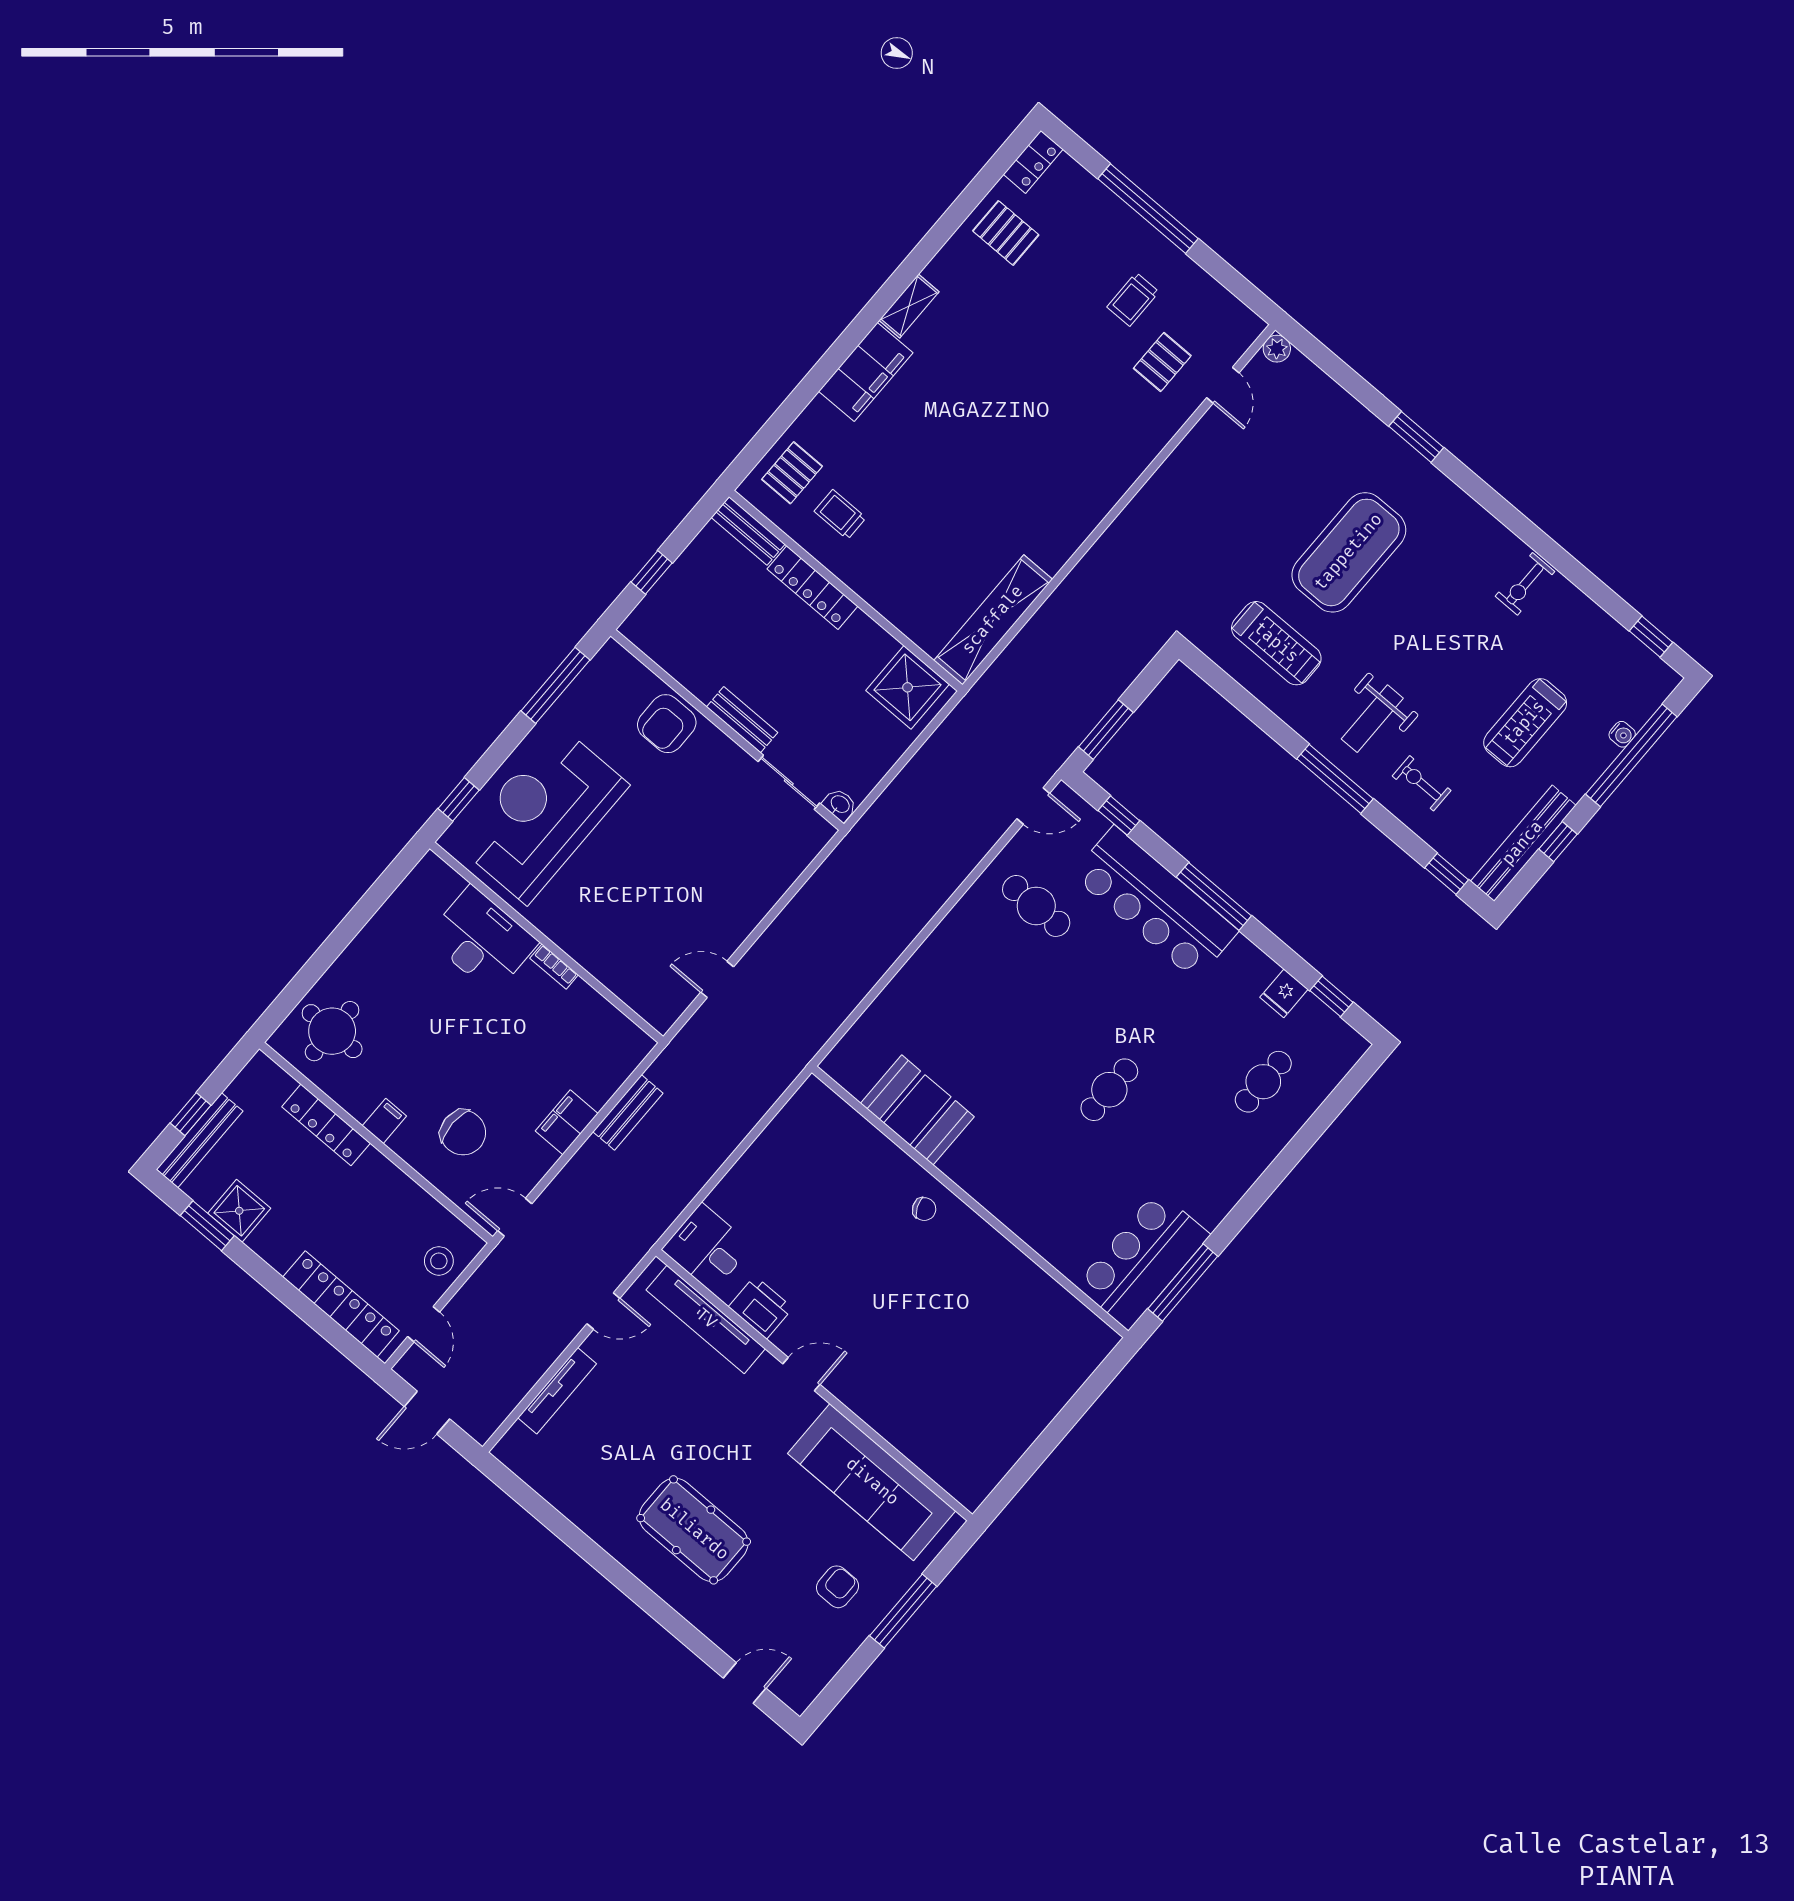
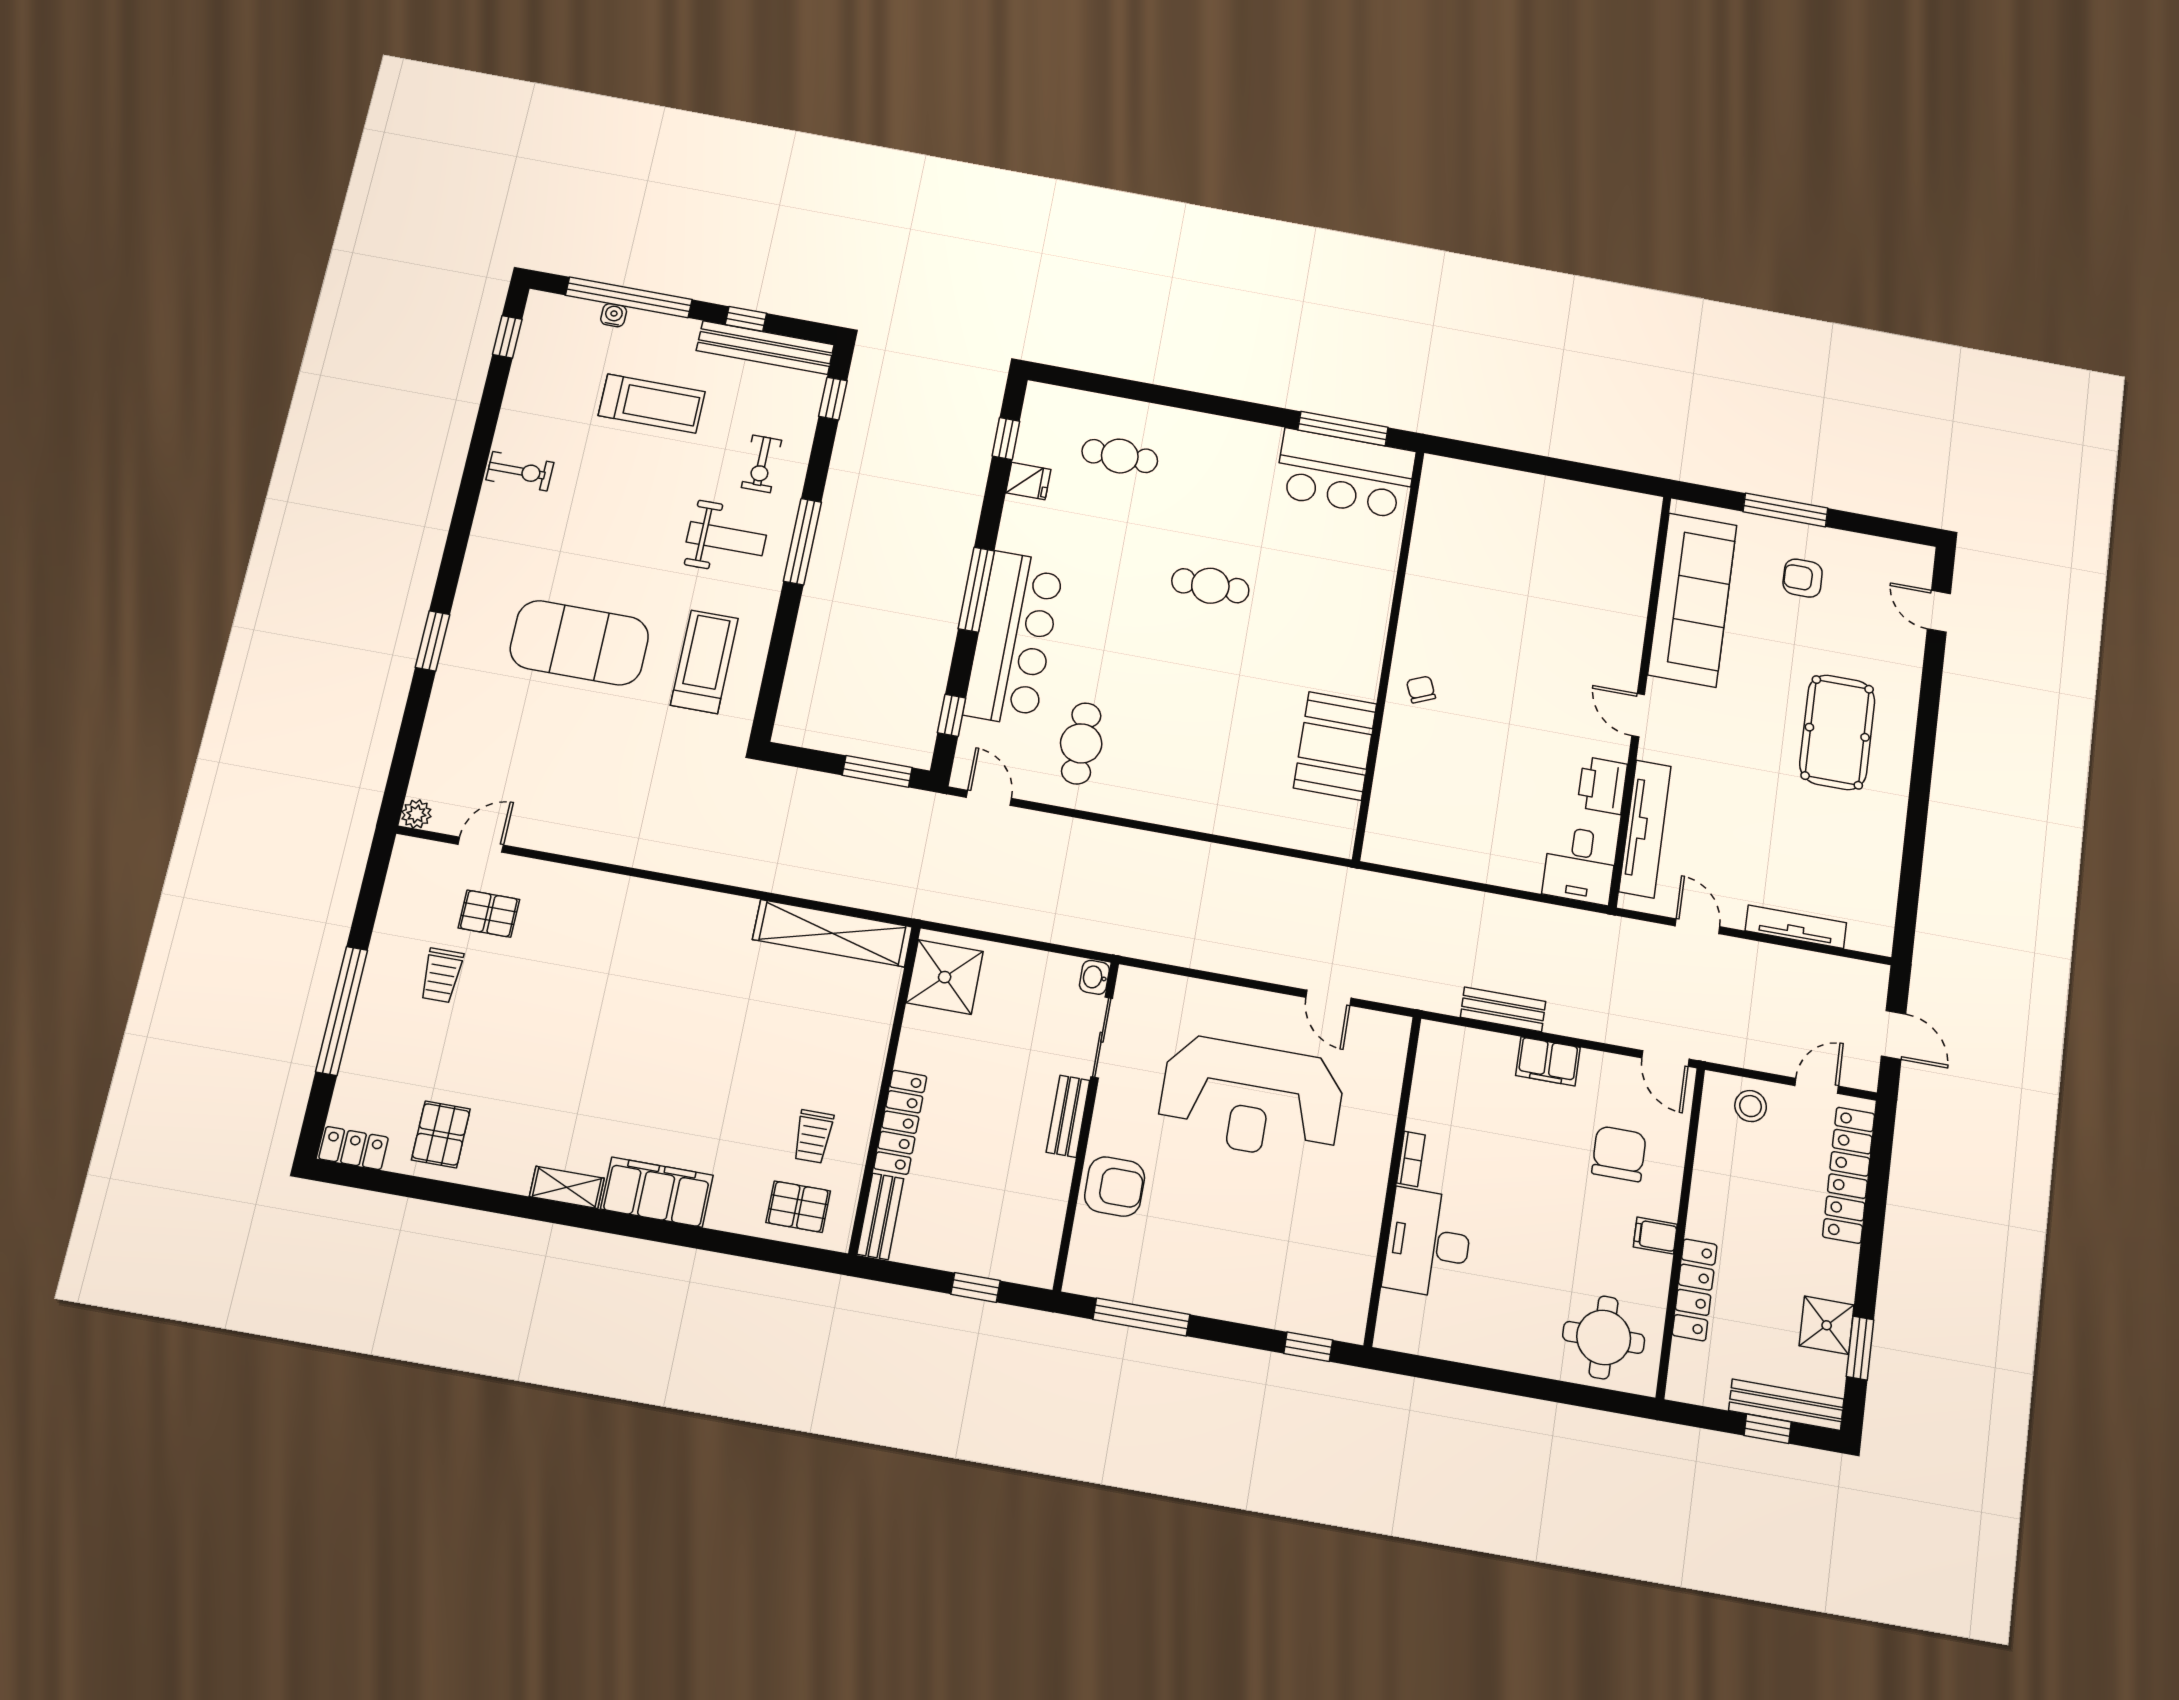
trolley: (1133, 299) -> (442, 975), turned 90
reception desk: (542, 815) -> (1251, 1099), moved

